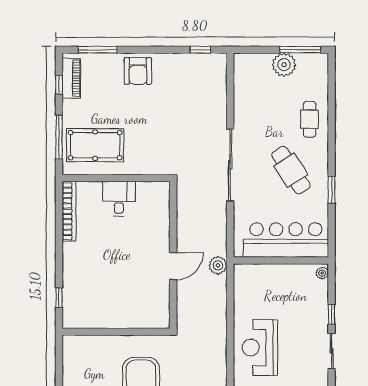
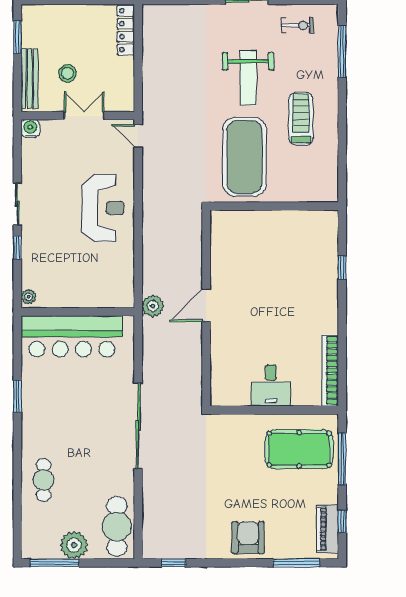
cafe table: (291, 170) -> (117, 527), moved, turned 33
wall: (116, 332) -> (274, 206), moved

